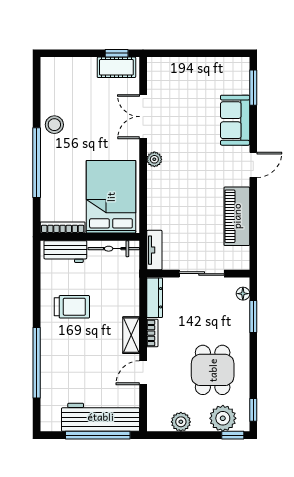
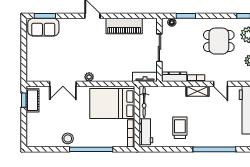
sofa: (235, 120) -> (43, 27), moved

